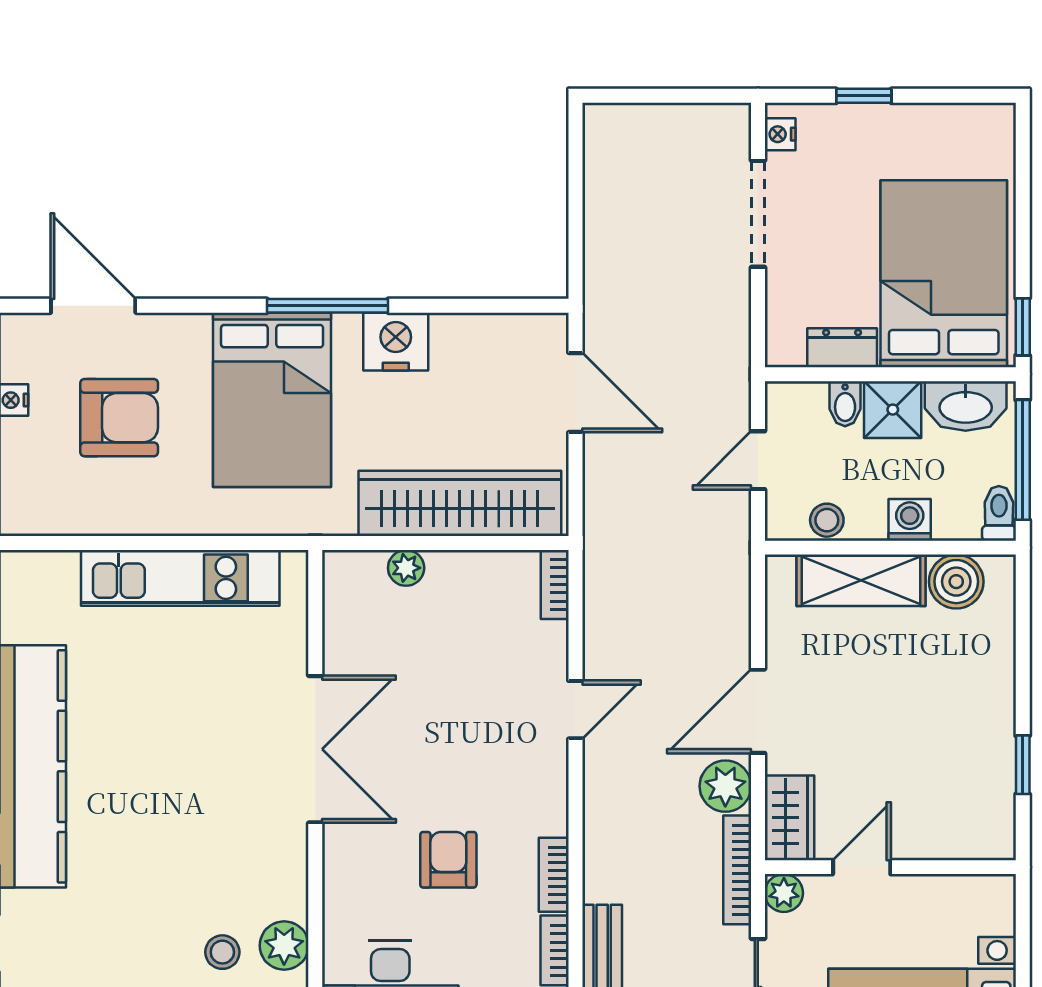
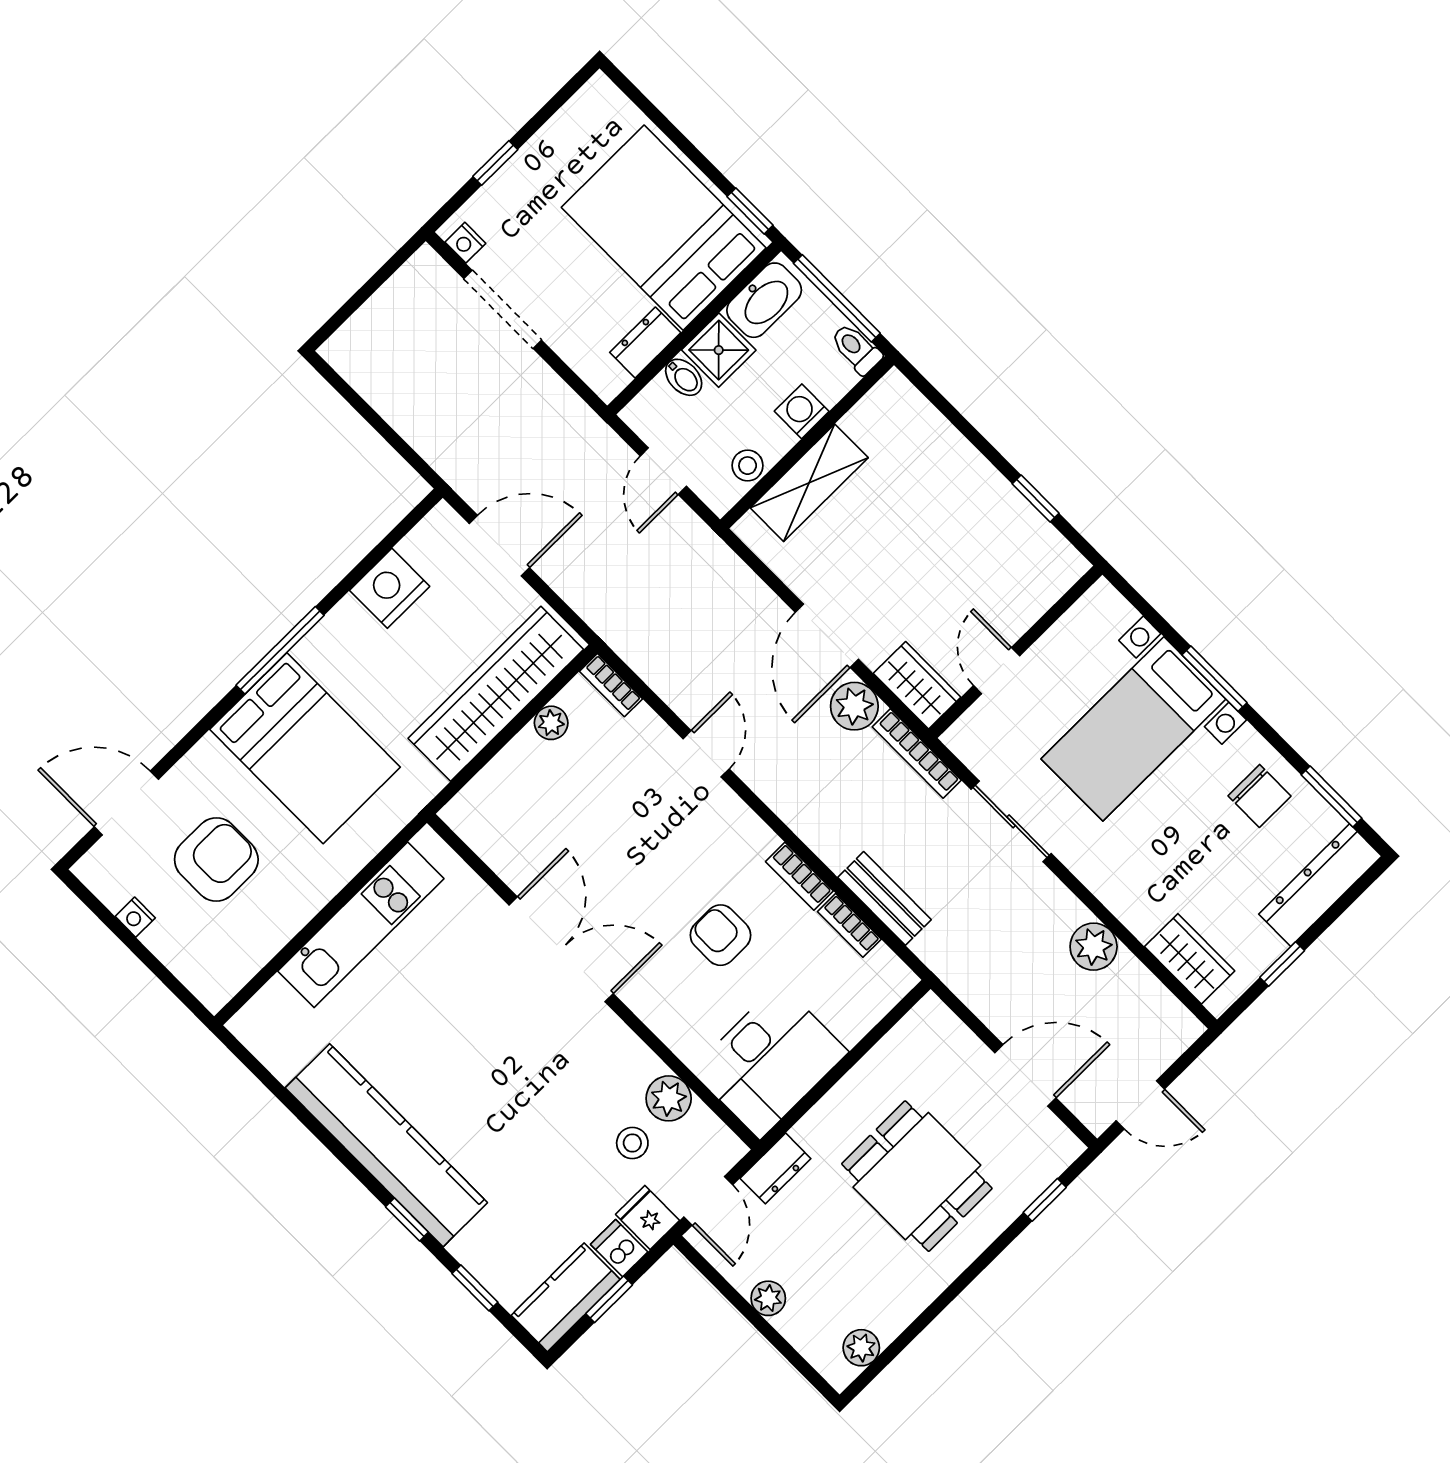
nightstand: (396, 342) -> (390, 588), moved
plant: (406, 568) -> (551, 723), moved
boiler: (956, 582) -> (873, 422), removed
plant: (784, 893) -> (962, 738), removed

